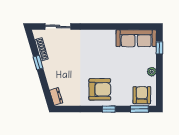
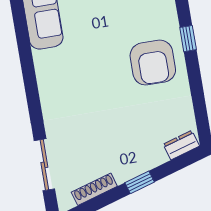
window: (38, 63) -> (140, 182), moved
armchair: (100, 89) -> (153, 63), turned 180

